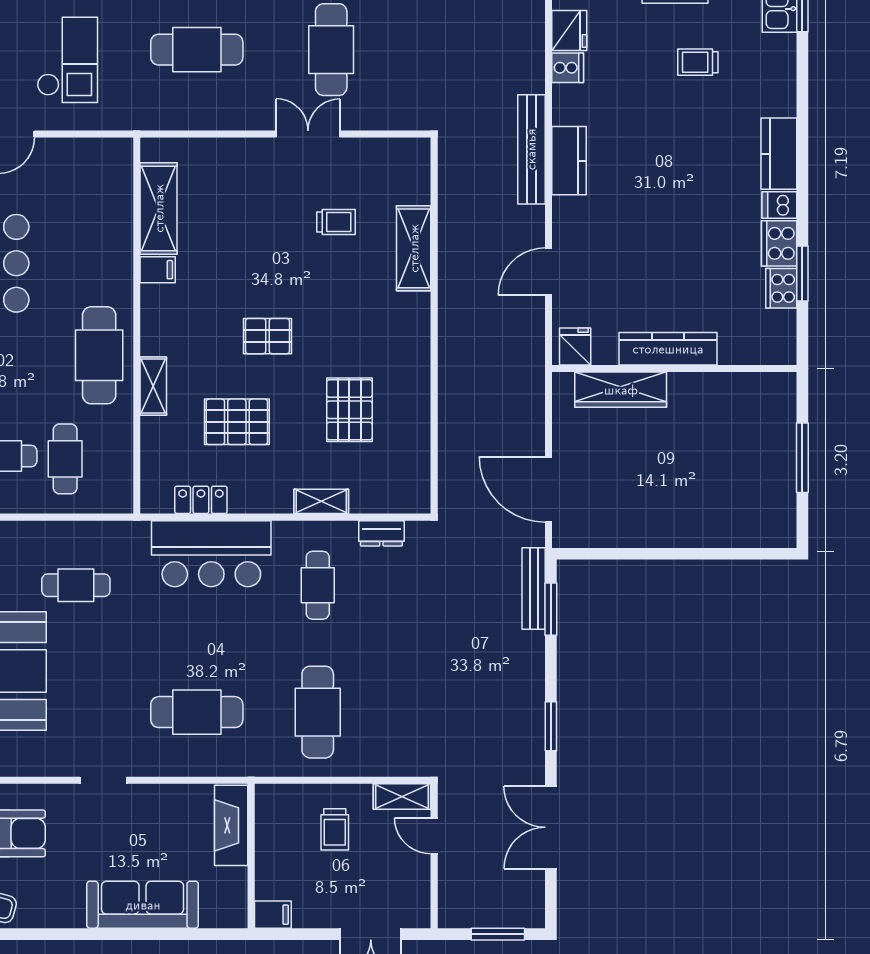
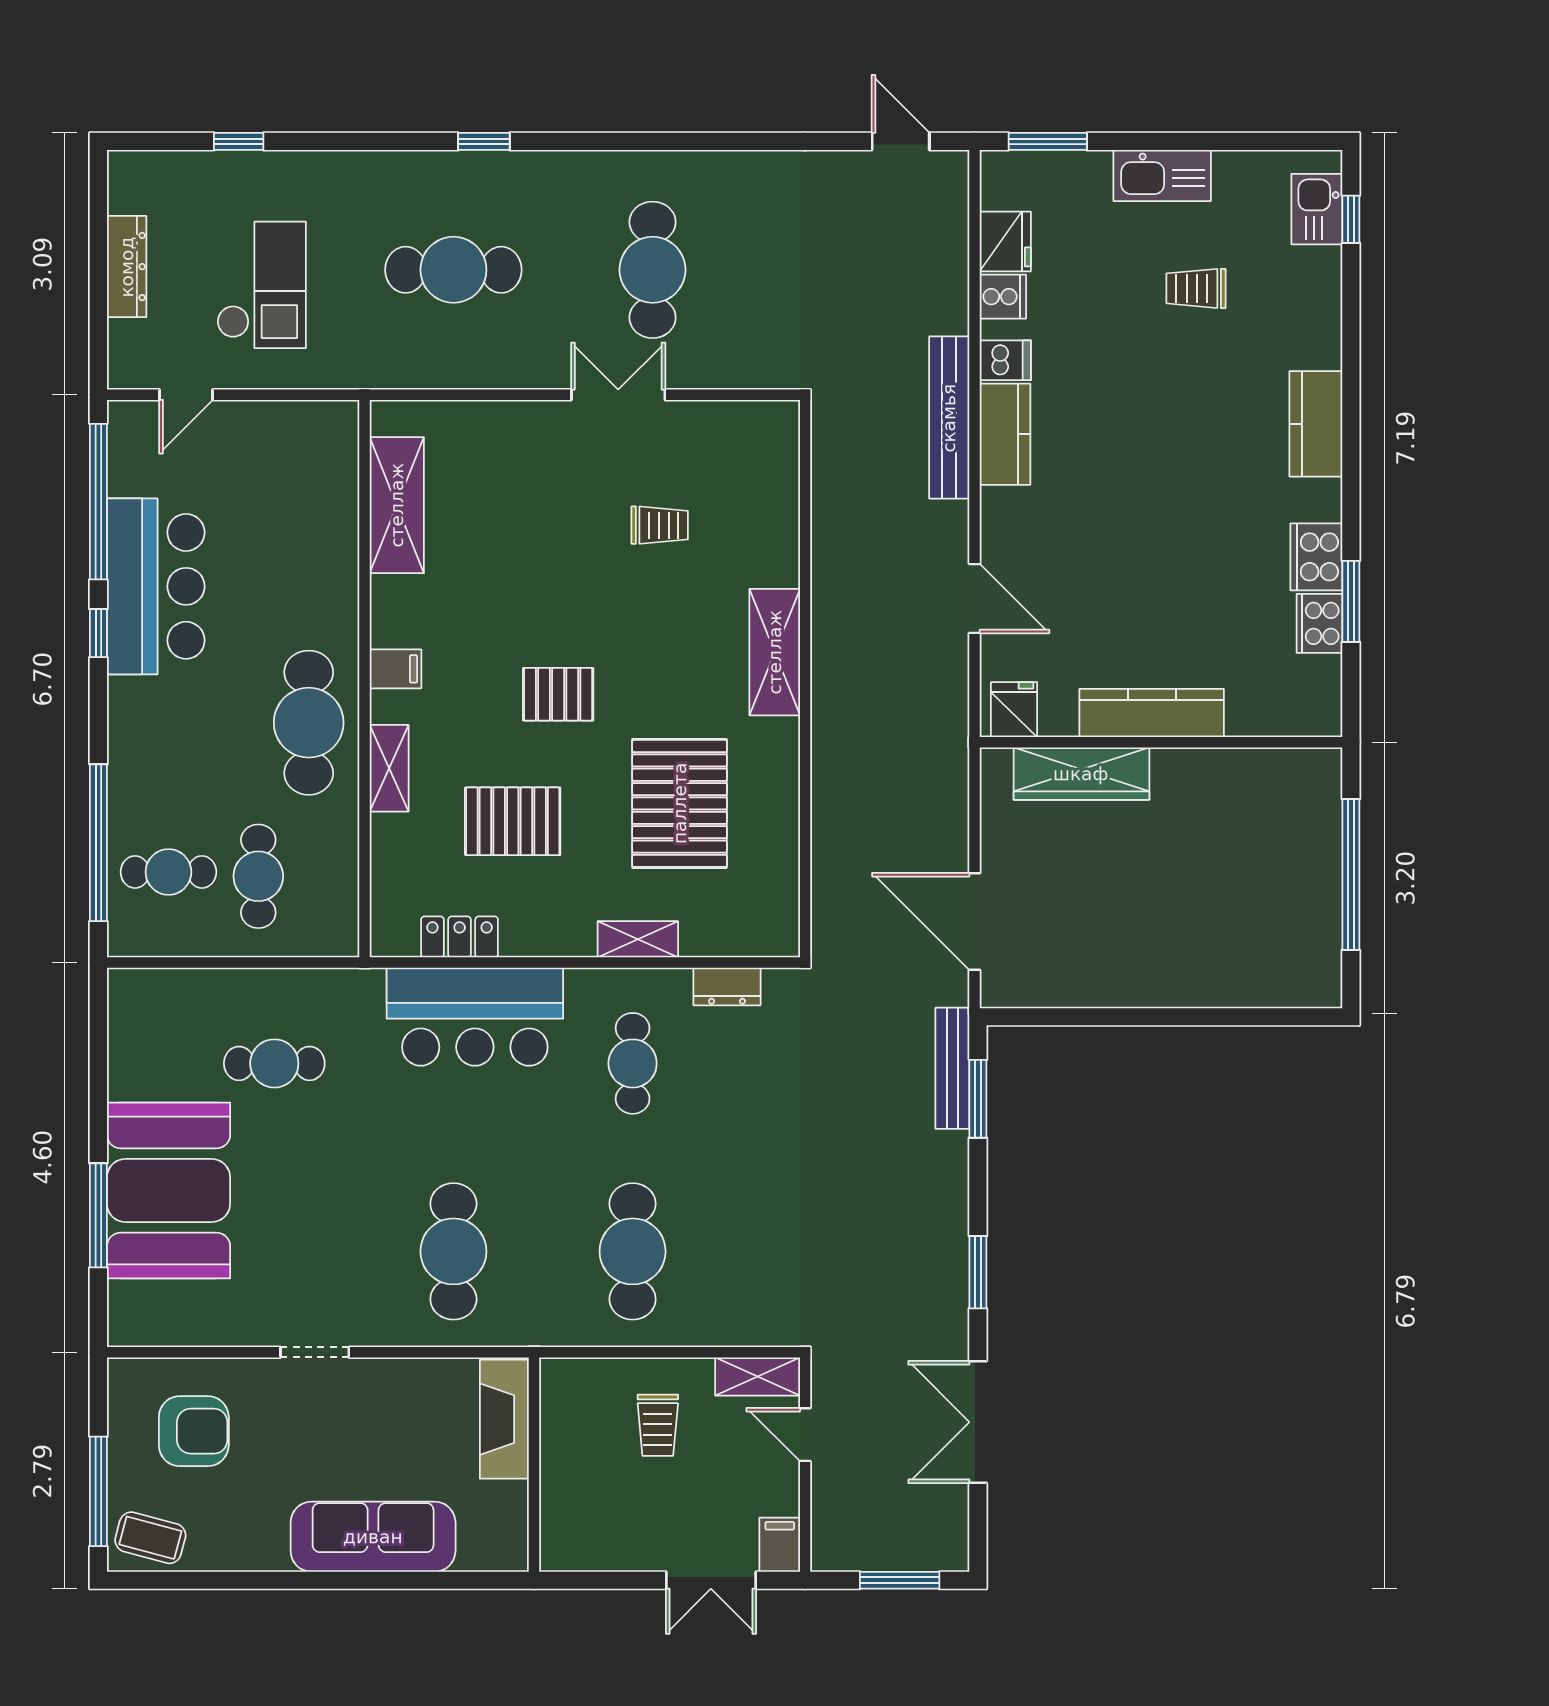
dishwasher: (779, 205) -> (1005, 360), moved, turned 180
shelving: (414, 248) -> (775, 652), moved
filing cabinet: (158, 270) -> (395, 669), moved
door: (549, 272) -> (975, 599), swing flipped
pallet: (349, 410) -> (680, 803), width x1.37, depth x1.41
window: (802, 458) -> (1351, 874), width x1.46
cafe table: (197, 712) -> (453, 1251), turned 90
filing cabinet: (273, 915) -> (780, 1545), moved, turned -90

